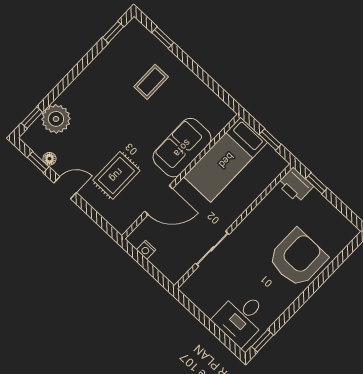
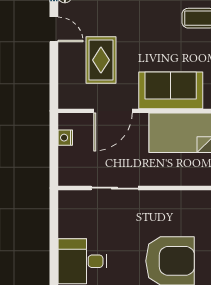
rug: (116, 175) -> (101, 60), turned 90
door: (159, 200) -> (113, 111), hinge flipped

